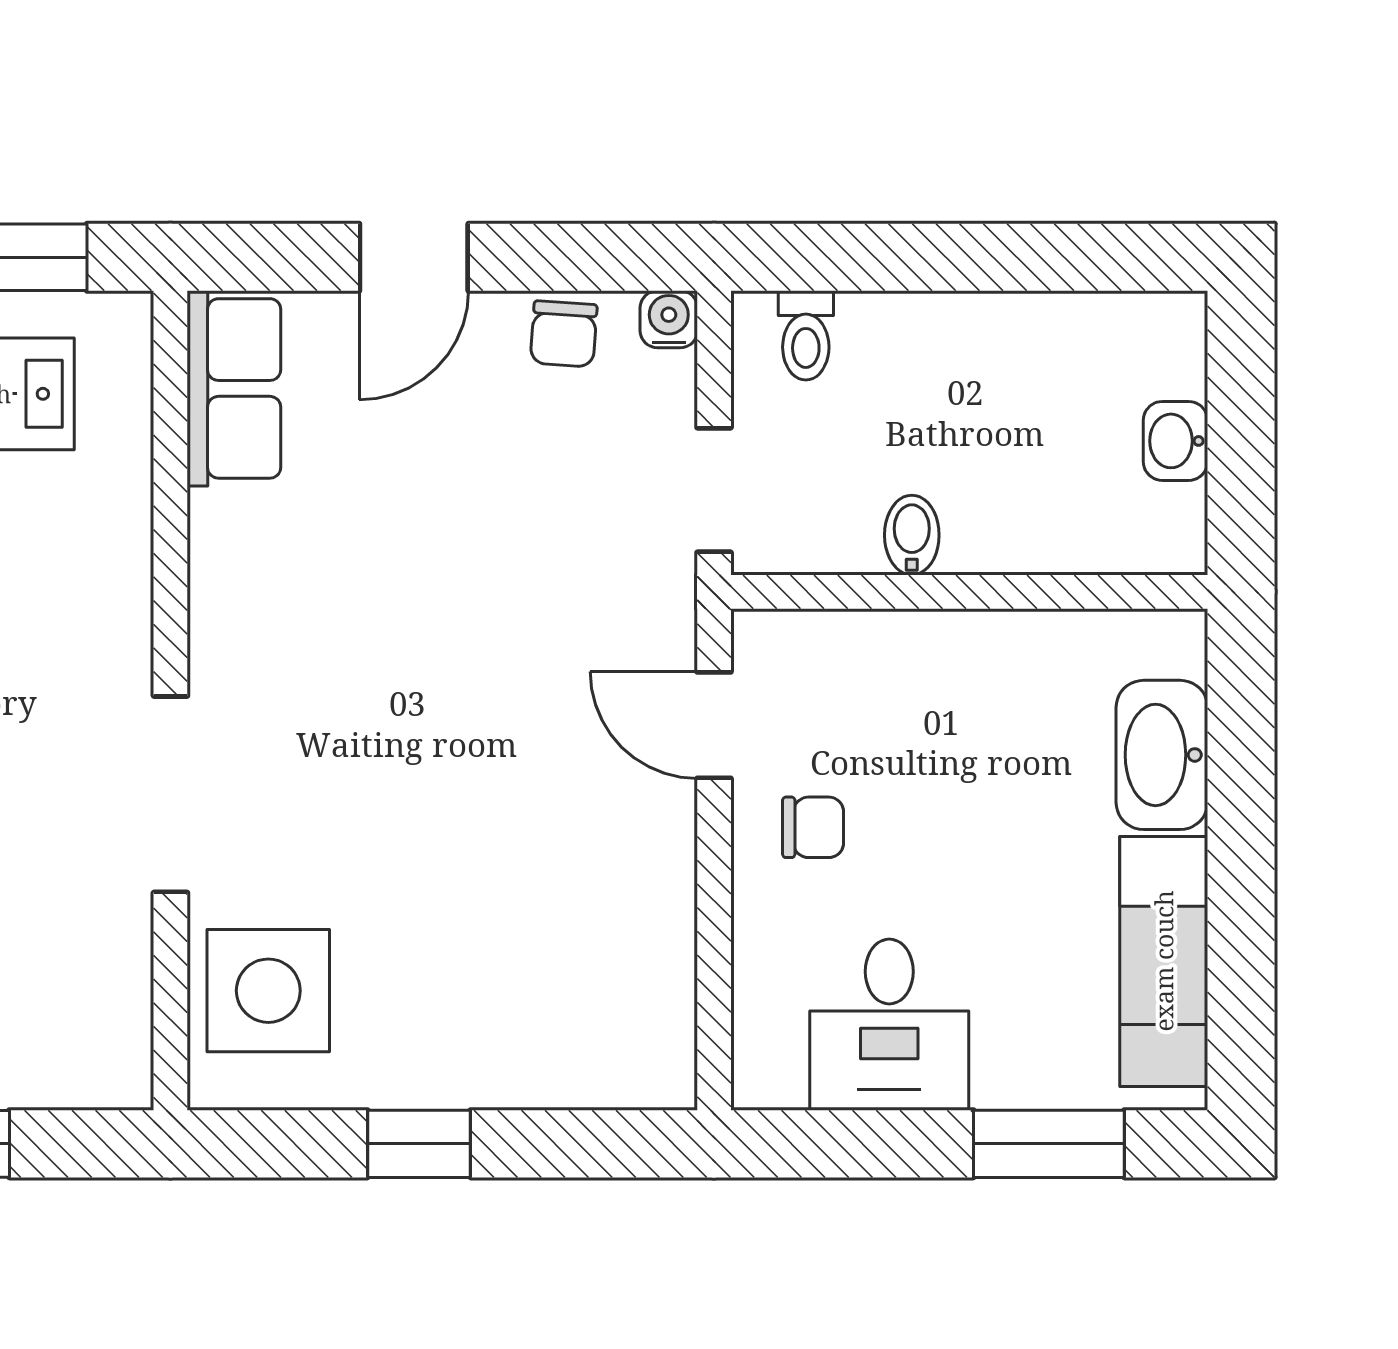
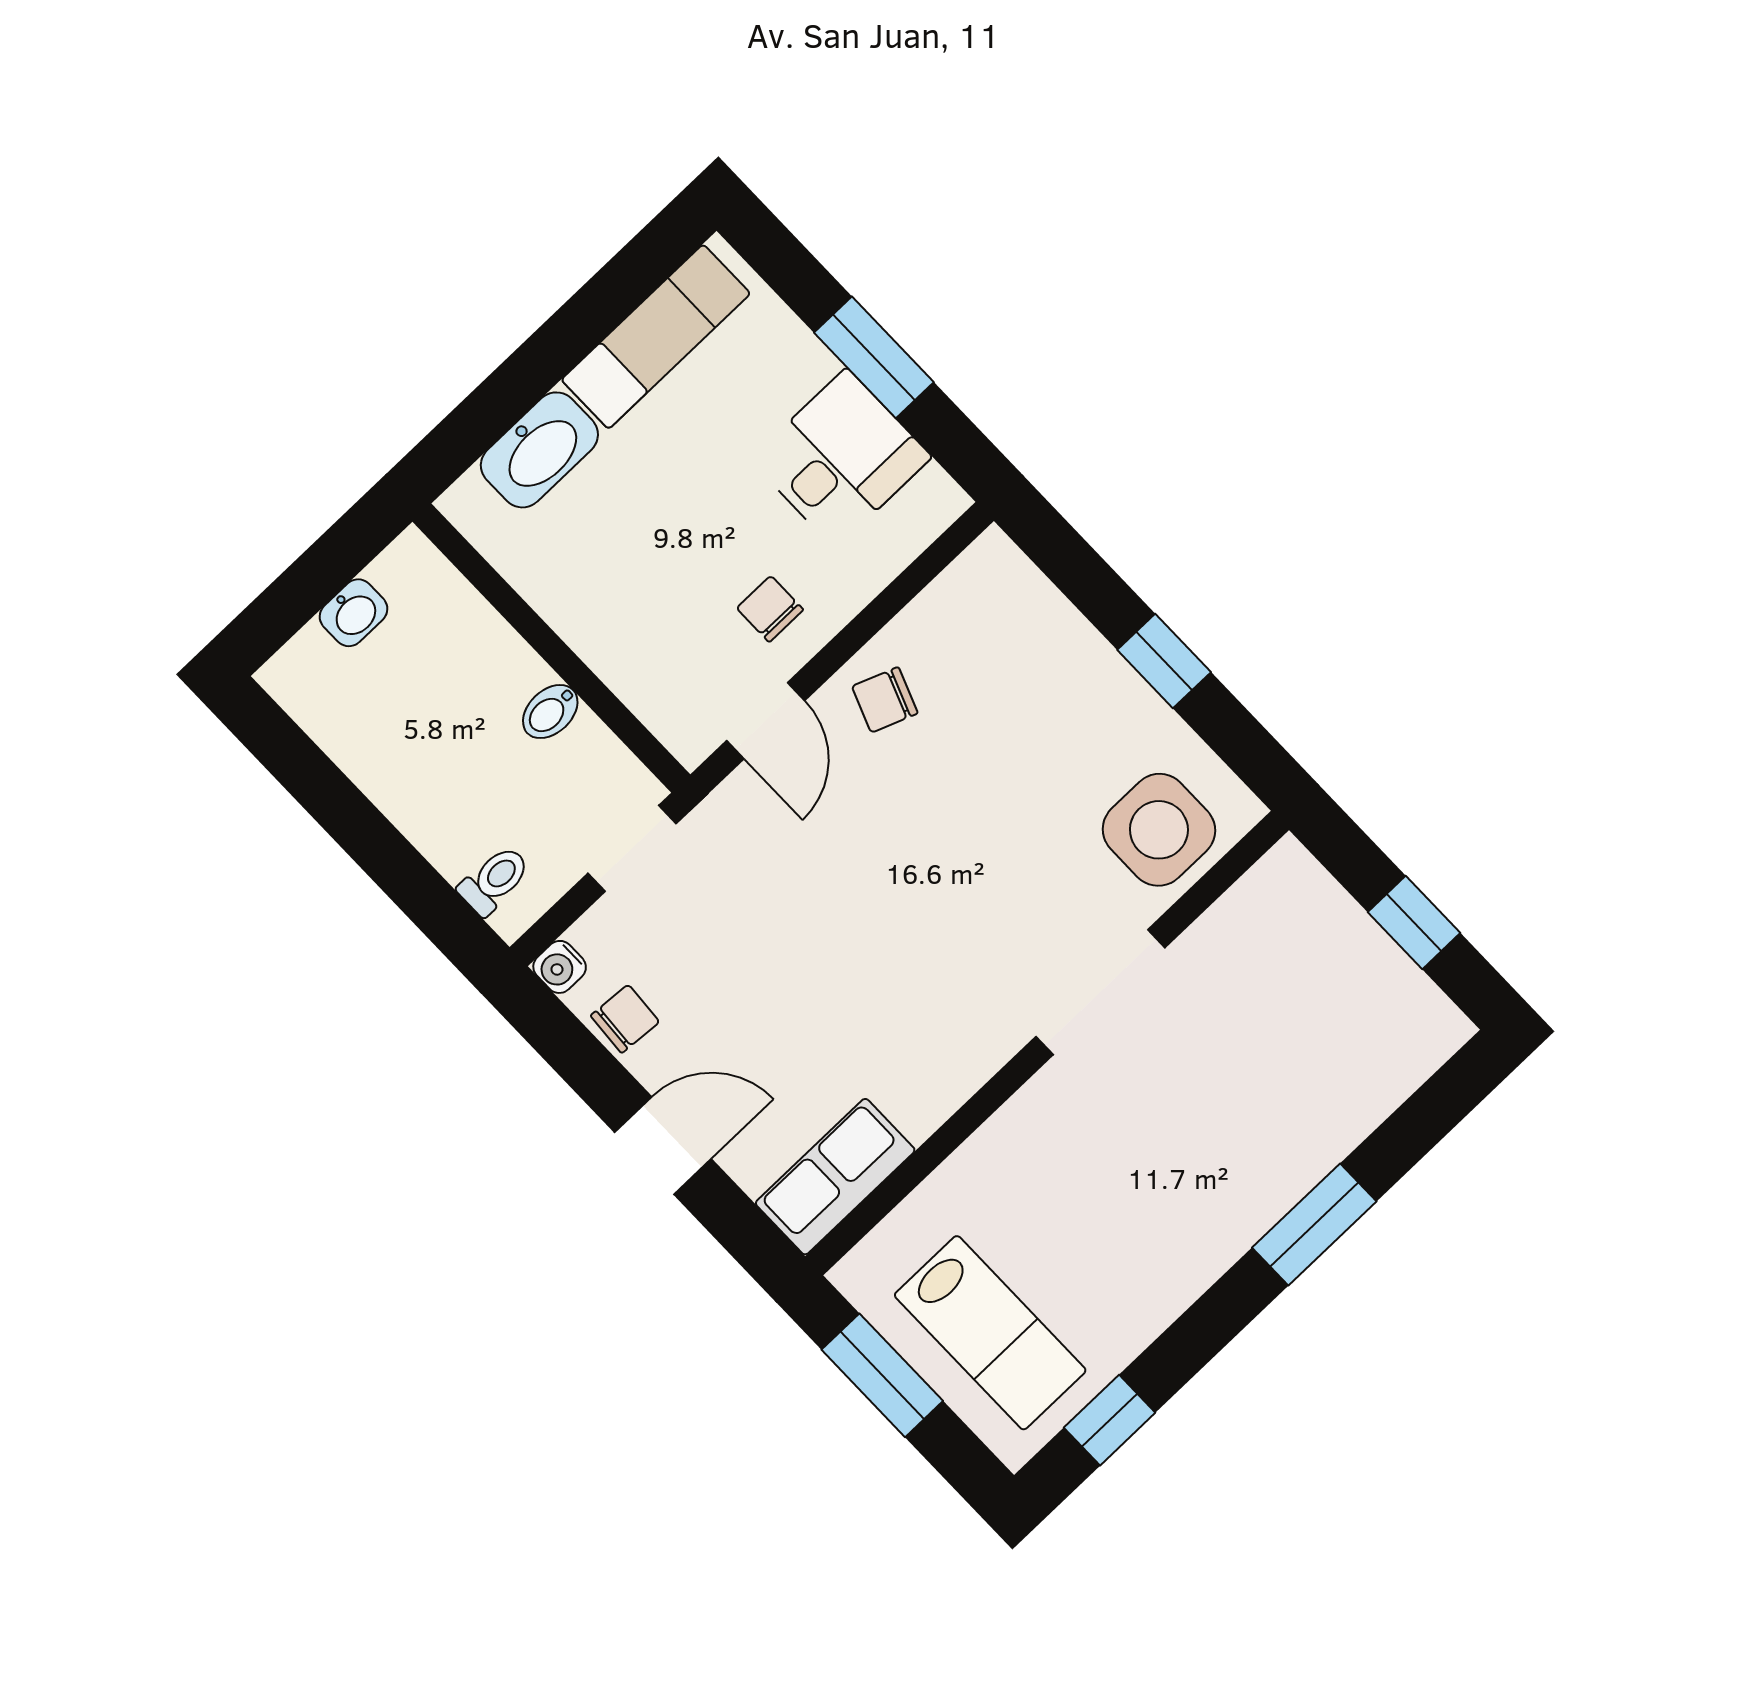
chair: (629, 853) -> (885, 700), added
window: (1049, 1144) -> (874, 357), moved

